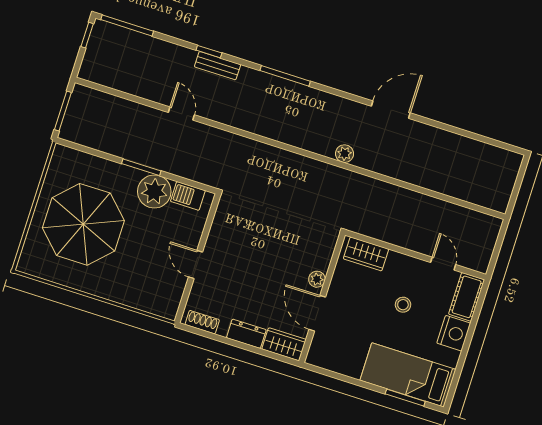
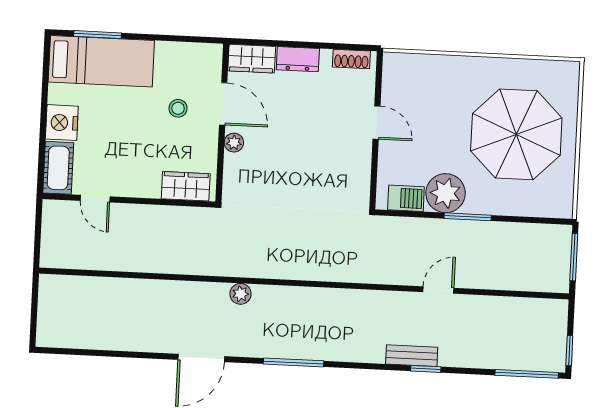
window: (285, 76) -> (293, 362), moved
door: (181, 114) -> (438, 290), swing flipped
stool: (403, 305) -> (178, 108), moved

